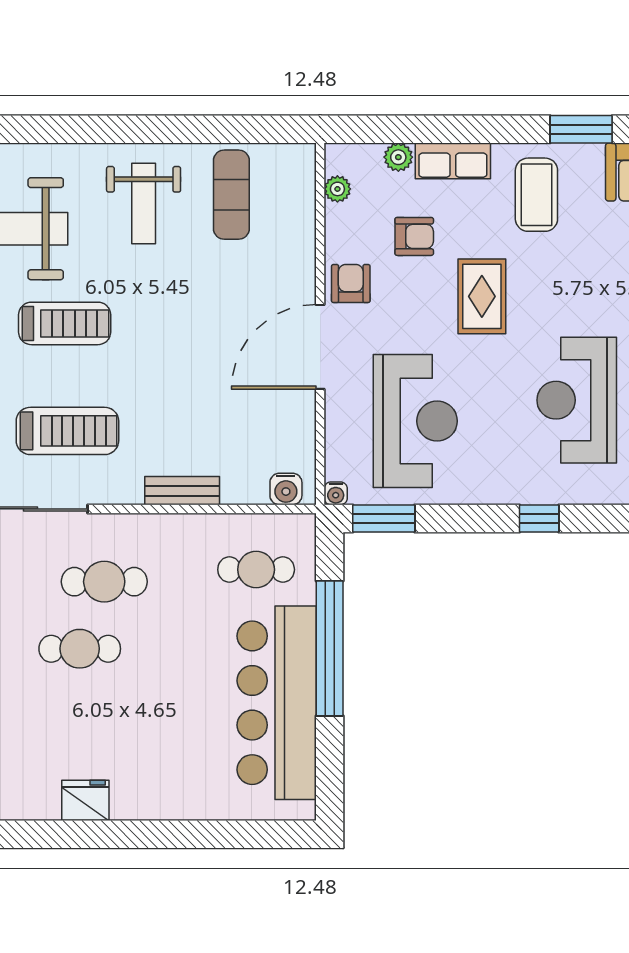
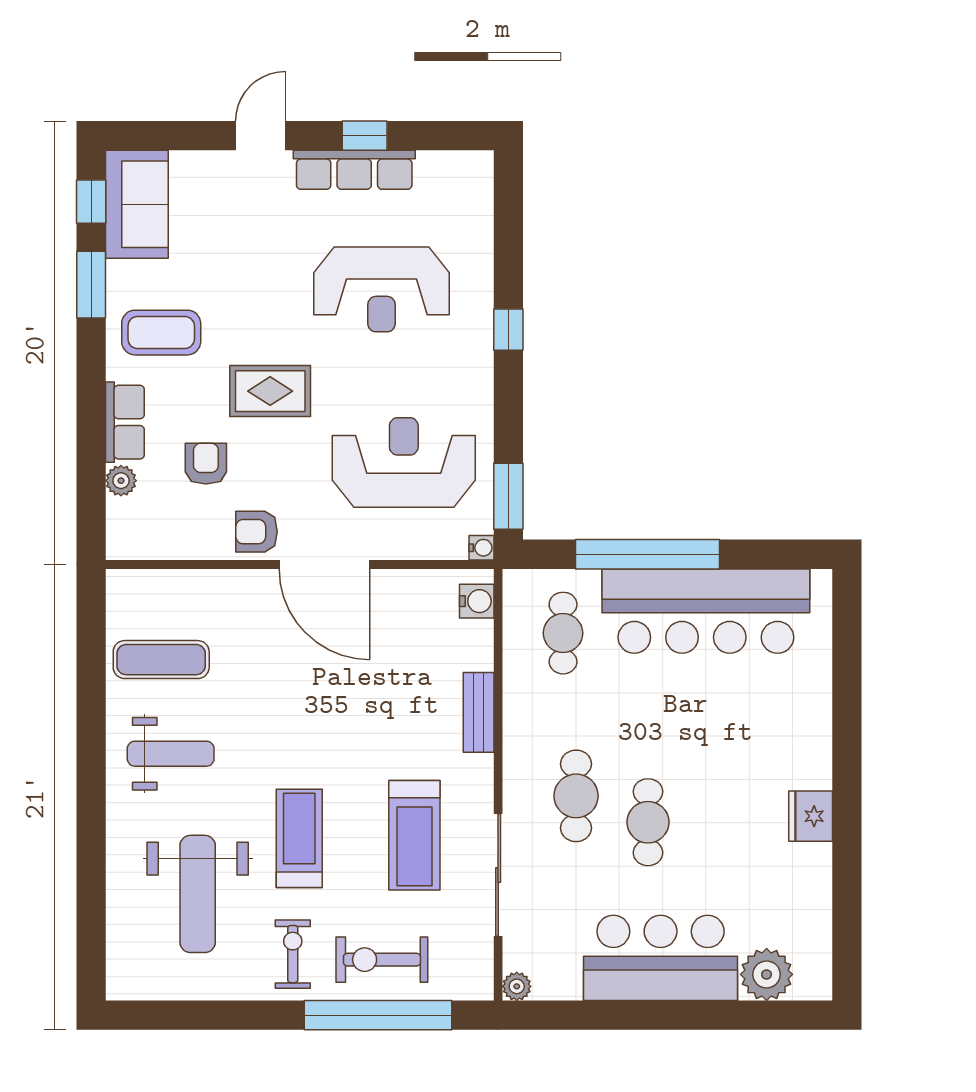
plant: (337, 189) -> (155, 546), removed
treadmill: (67, 431) -> (414, 835), turned 180

